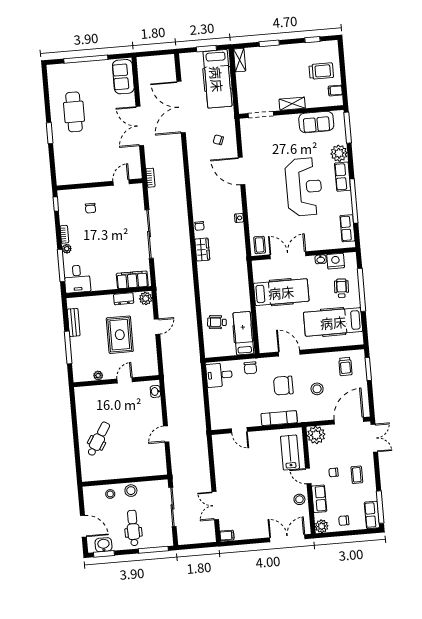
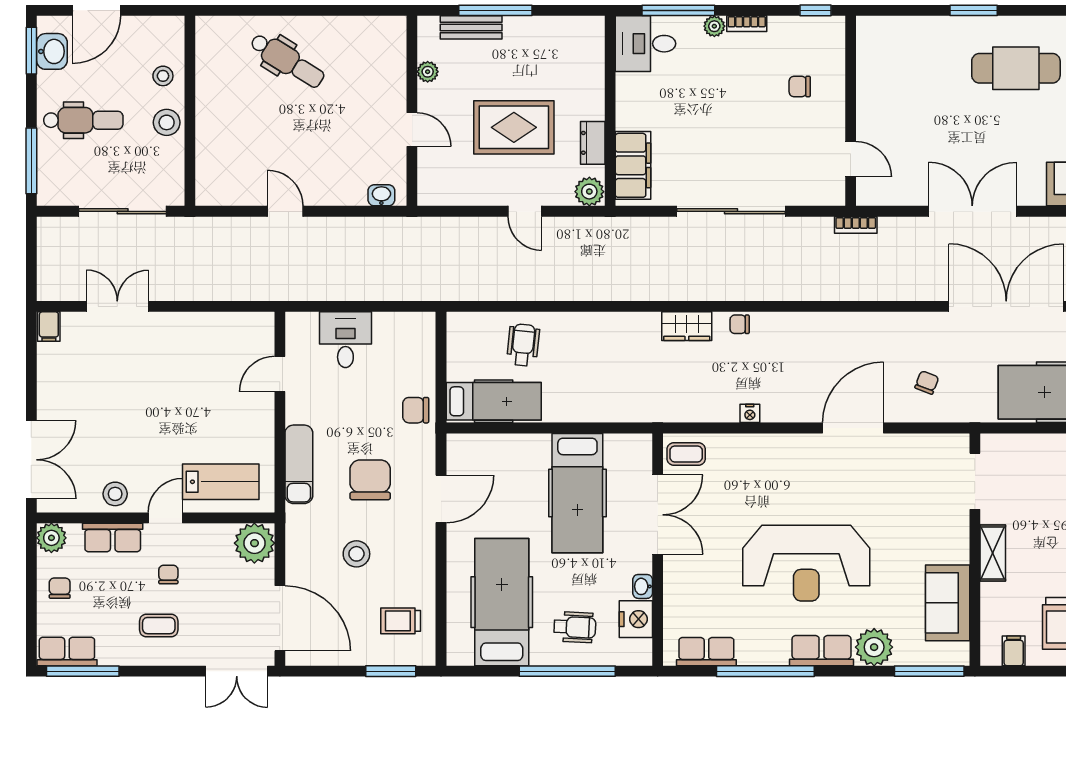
bench: (74, 322) -> (471, 27), moved
desk: (219, 375) -> (345, 340), moved

